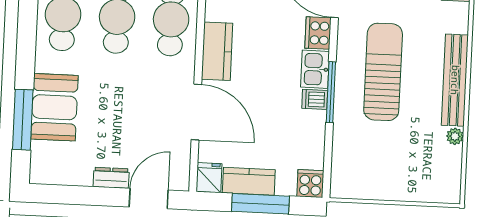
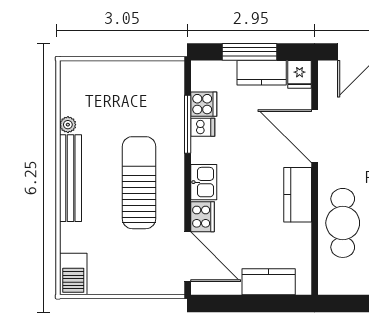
sun lounger: (383, 72) -> (139, 183), turned 180
window: (331, 92) -> (188, 124), moved
dishwasher: (315, 99) -> (203, 127), moved
cooker: (310, 183) -> (204, 104), moved, turned -90

